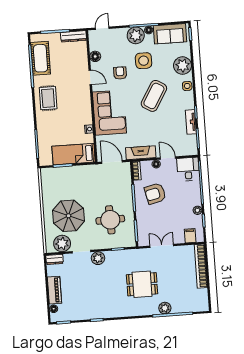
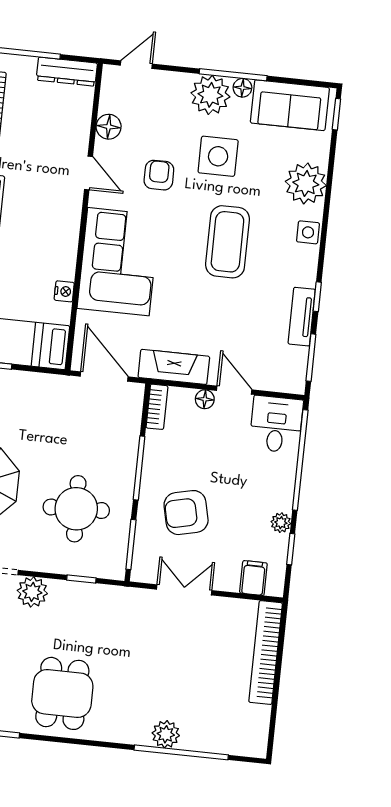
coffee table: (154, 96) -> (227, 242), turned -31
armchair: (155, 194) -> (186, 513), moved
dining table: (142, 284) -> (62, 693), moved, turned 90

